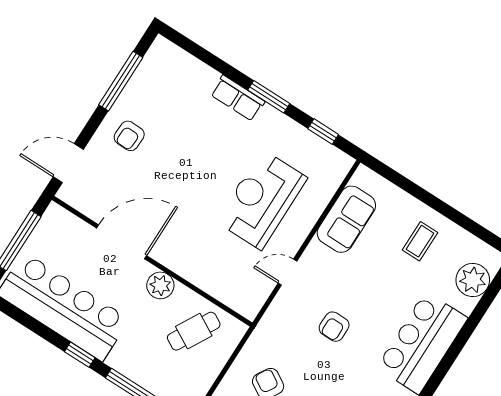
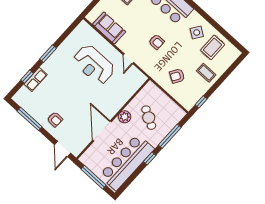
row of seats: (238, 98) -> (36, 79), moved
window: (323, 132) -> (27, 77), moved
cafe table: (194, 331) -> (149, 118), moved

